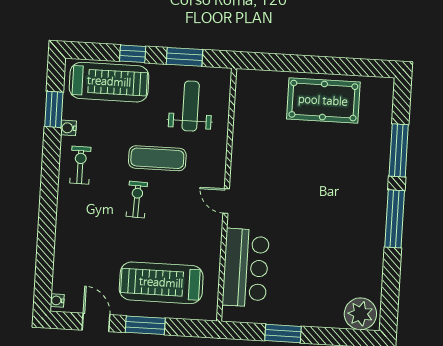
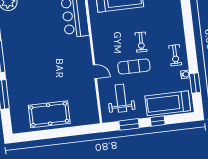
weight bench: (191, 106) -> (121, 98), turned 180
door: (226, 201) -> (95, 72), moved

